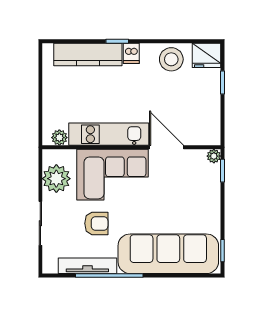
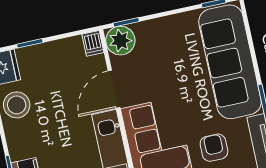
dishwasher: (131, 53) -> (93, 43), moved, turned 90
plant: (214, 156) -> (120, 41), width x1.88, depth x1.88

